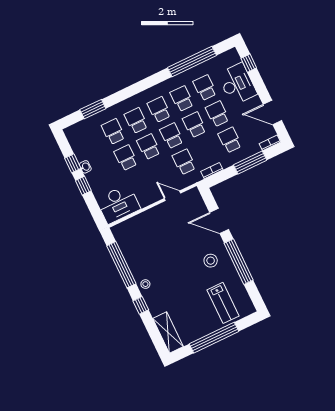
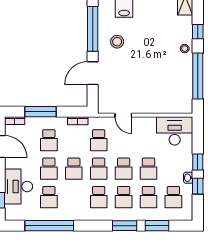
window: (123, 95) -> (125, 226), added
school desk: (182, 99) -> (173, 197), moved
door: (219, 221) -> (93, 73), swing flipped

